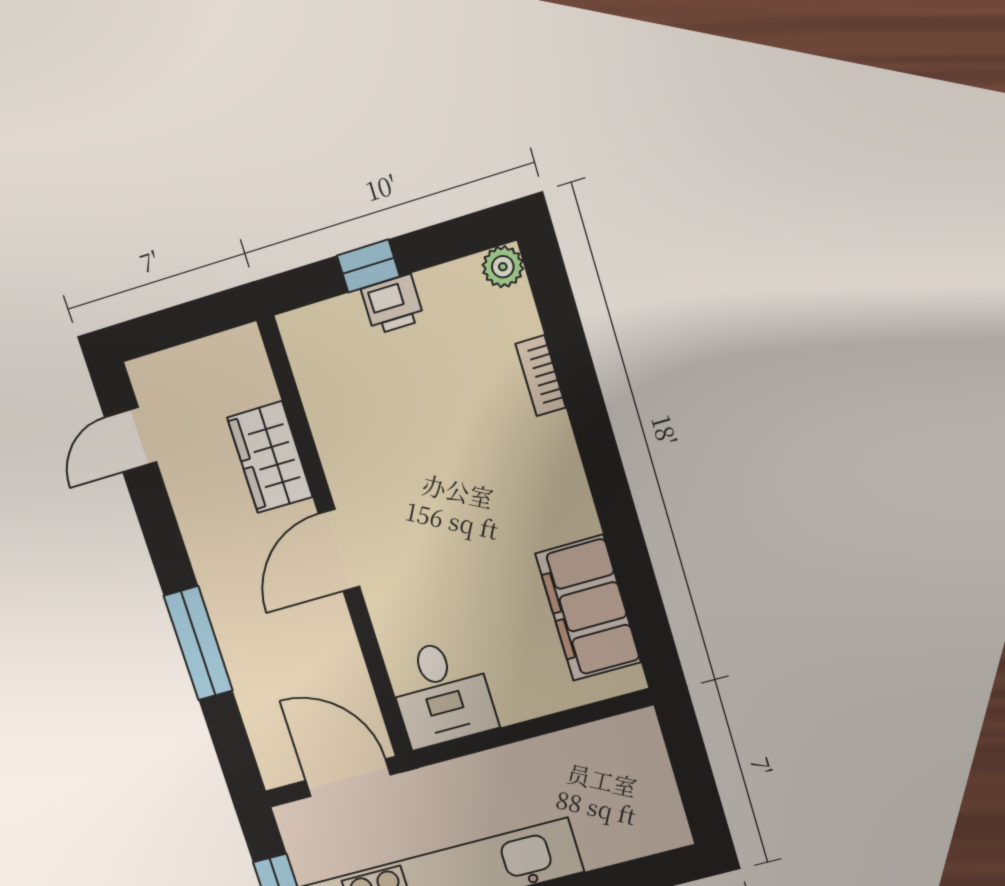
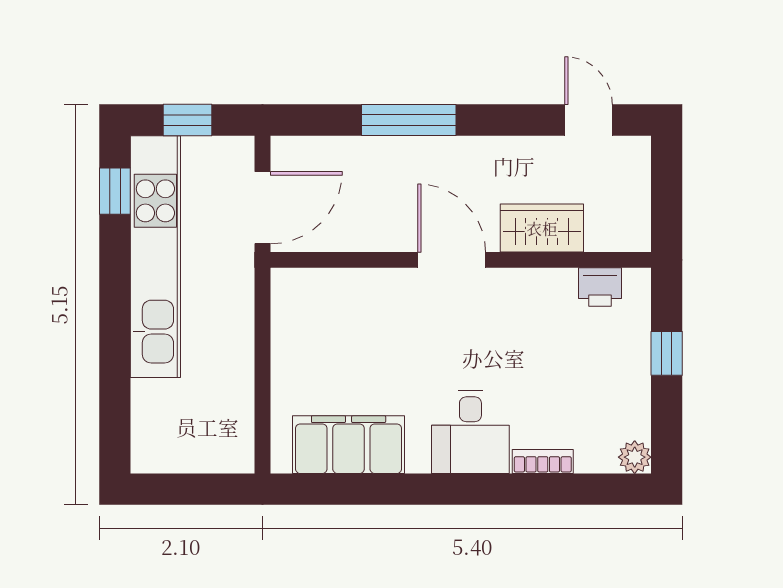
printer: (393, 304) -> (600, 287), moved, turned -90
desk: (442, 693) -> (470, 432), moved, turned -90

